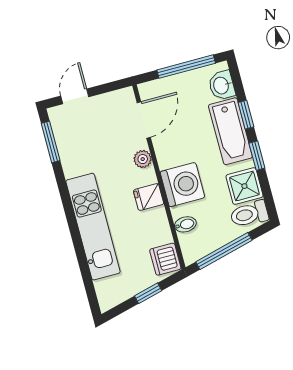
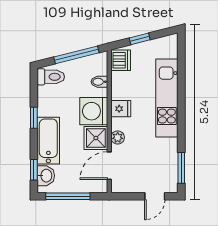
window: (246, 115) -> (34, 170), moved
shower: (244, 186) -> (96, 138), moved

